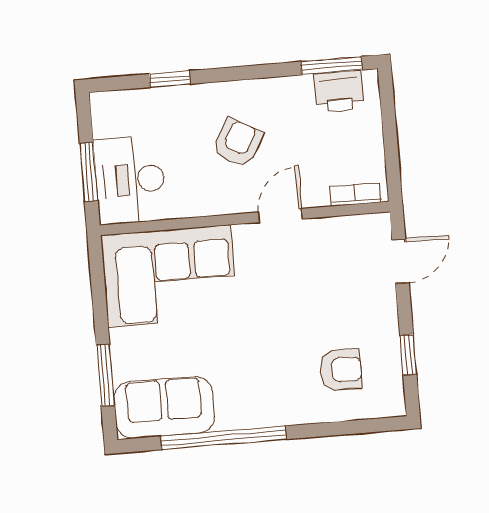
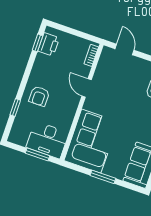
window: (332, 66) -> (38, 43), width x0.67
armchair: (238, 143) -> (39, 96), moved, turned -119
window: (105, 375) -> (103, 177), moved

